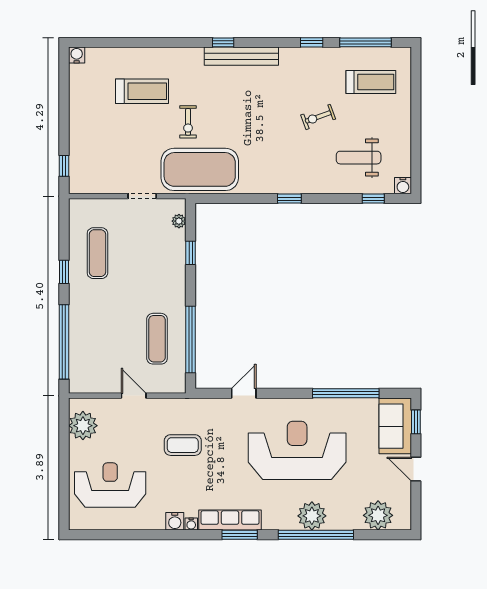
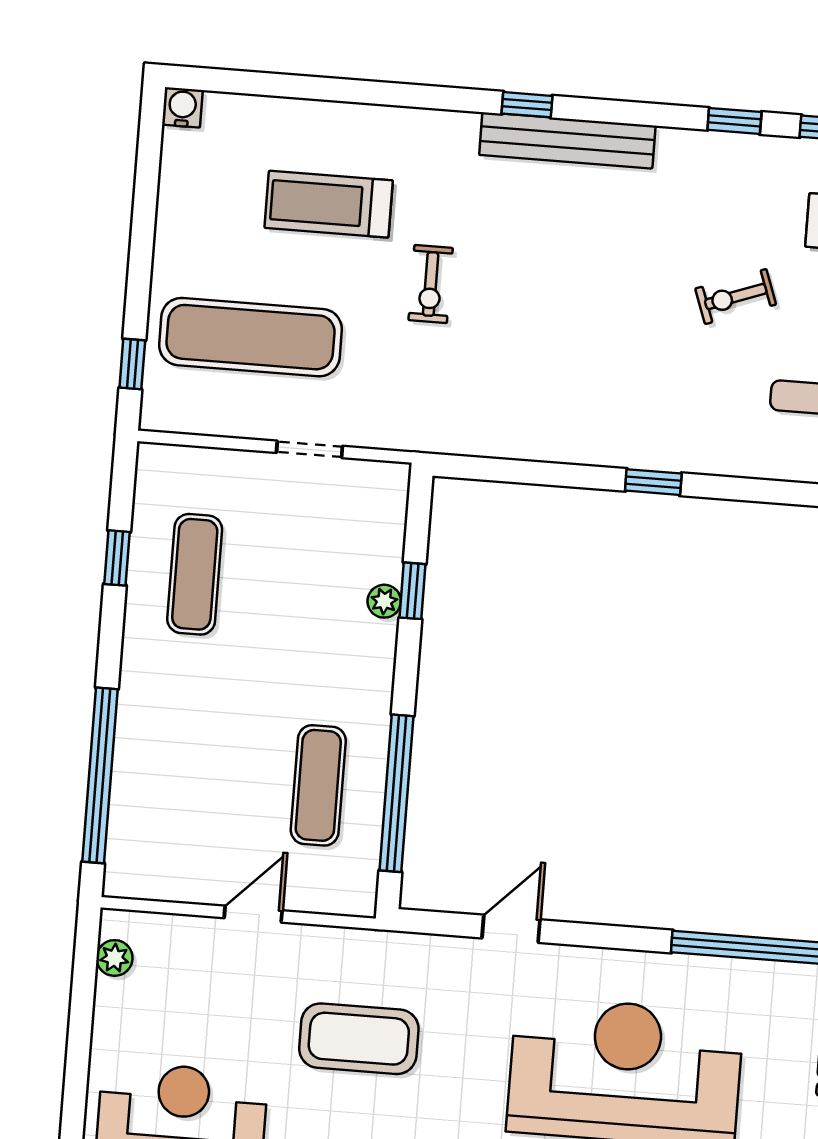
treadmill: (142, 91) -> (329, 204), turned 180
exercise mat: (200, 169) -> (250, 337), moved, width x0.68
plant: (179, 221) -> (384, 601), moved
window: (64, 272) -> (117, 558), moved
door: (134, 396) -> (253, 914), hinge flipped
plant: (83, 426) -> (114, 958), width x0.53, depth x0.53
coffee table: (183, 445) -> (359, 1039), width x1.36, depth x1.32

